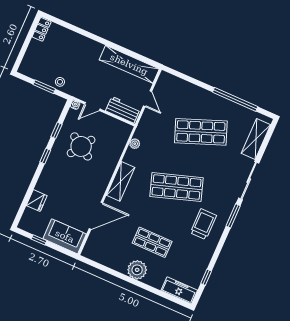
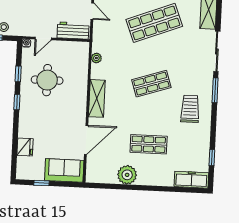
round table: (81, 146) -> (47, 80), turned -33
shop shelf: (176, 187) -> (151, 84), width x0.70, depth x0.74
plant: (137, 270) -> (127, 175), moved

